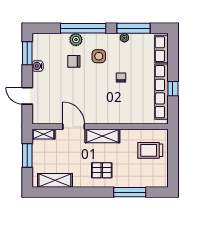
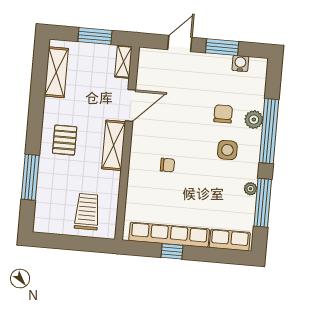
window: (27, 53) -> (222, 47), moved
water cooler: (38, 66) -> (240, 63), moved
chair: (121, 78) -> (167, 165), moved

